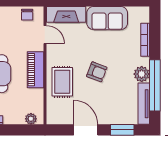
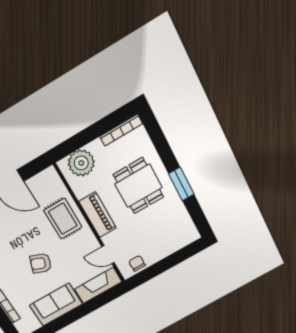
armchair: (97, 72) -> (41, 263), moved
plant: (31, 119) -> (81, 163), width x1.87, depth x1.87

